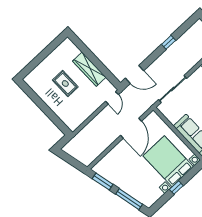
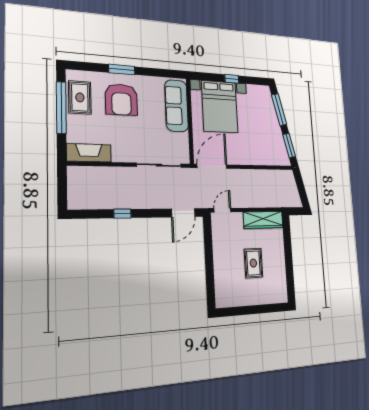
wardrobe: (89, 69) -> (263, 220), moved, turned 90
door: (134, 74) -> (183, 213), swing flipped
door: (131, 128) -> (212, 166), moved

